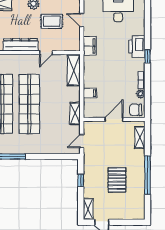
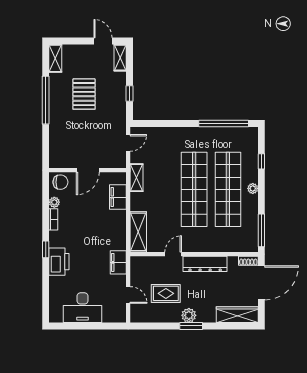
filing cabinet: (90, 93) -> (118, 197), width x2.00
shelving: (140, 138) -> (55, 58), moved

